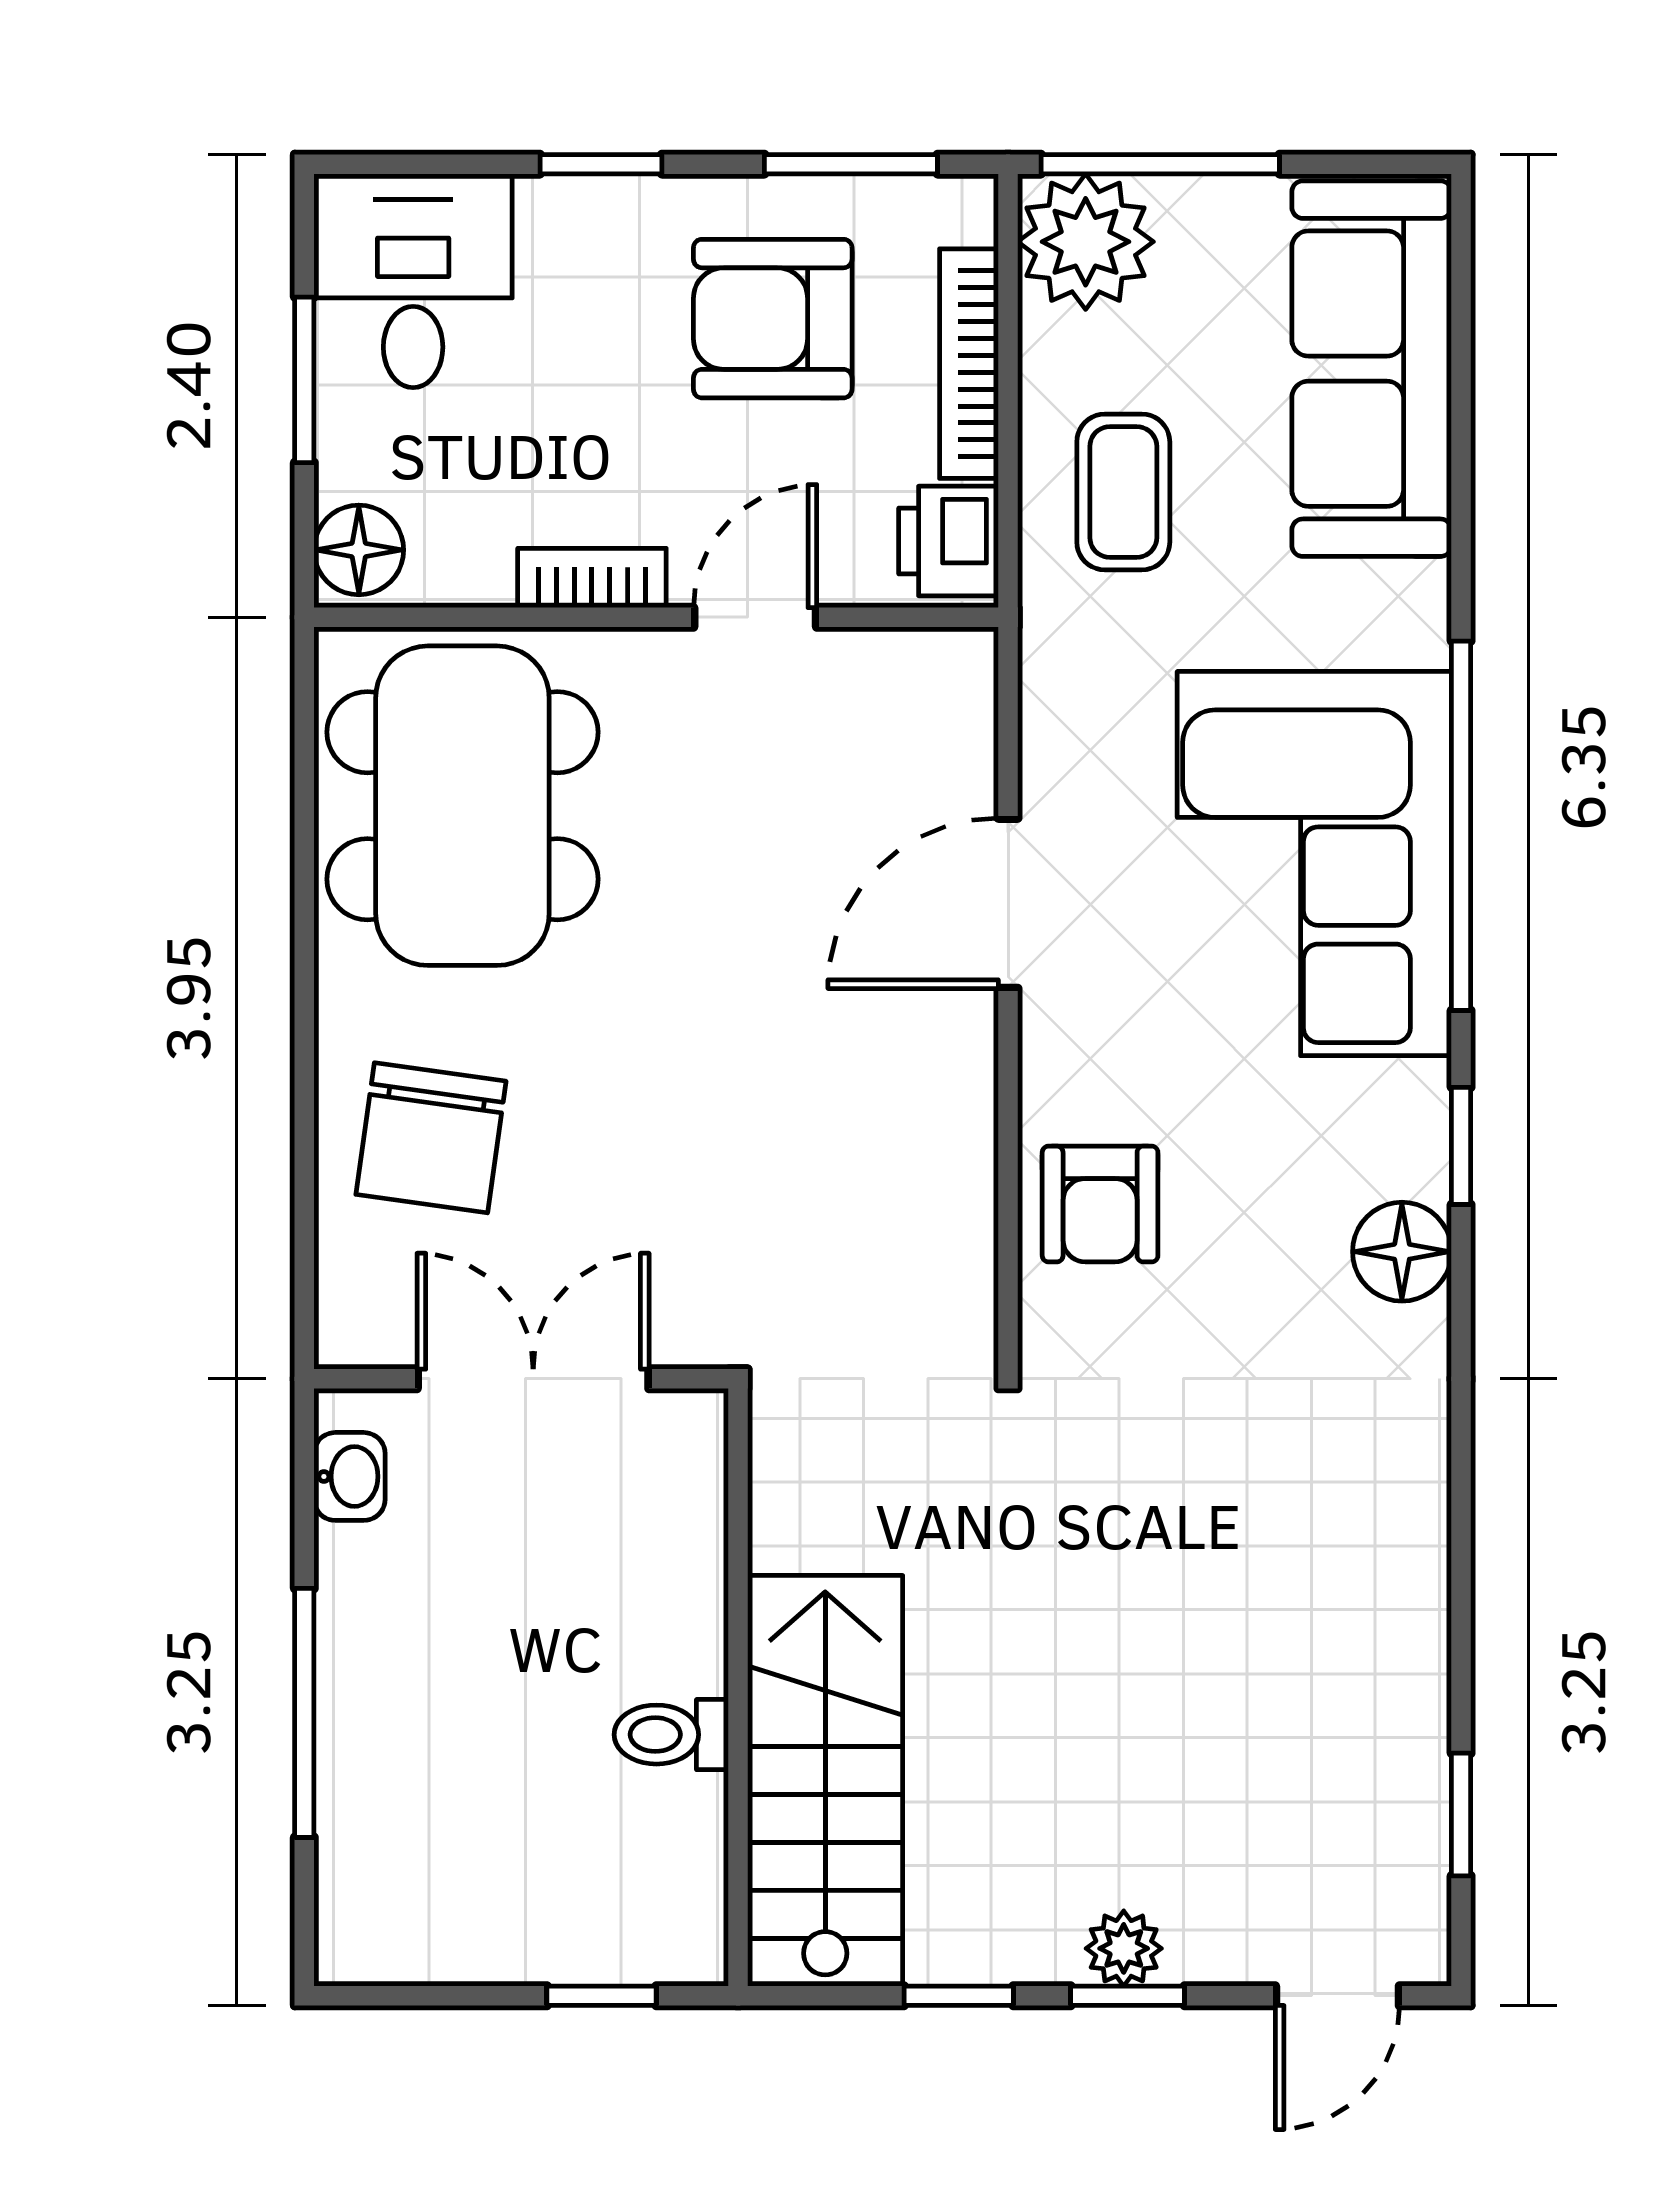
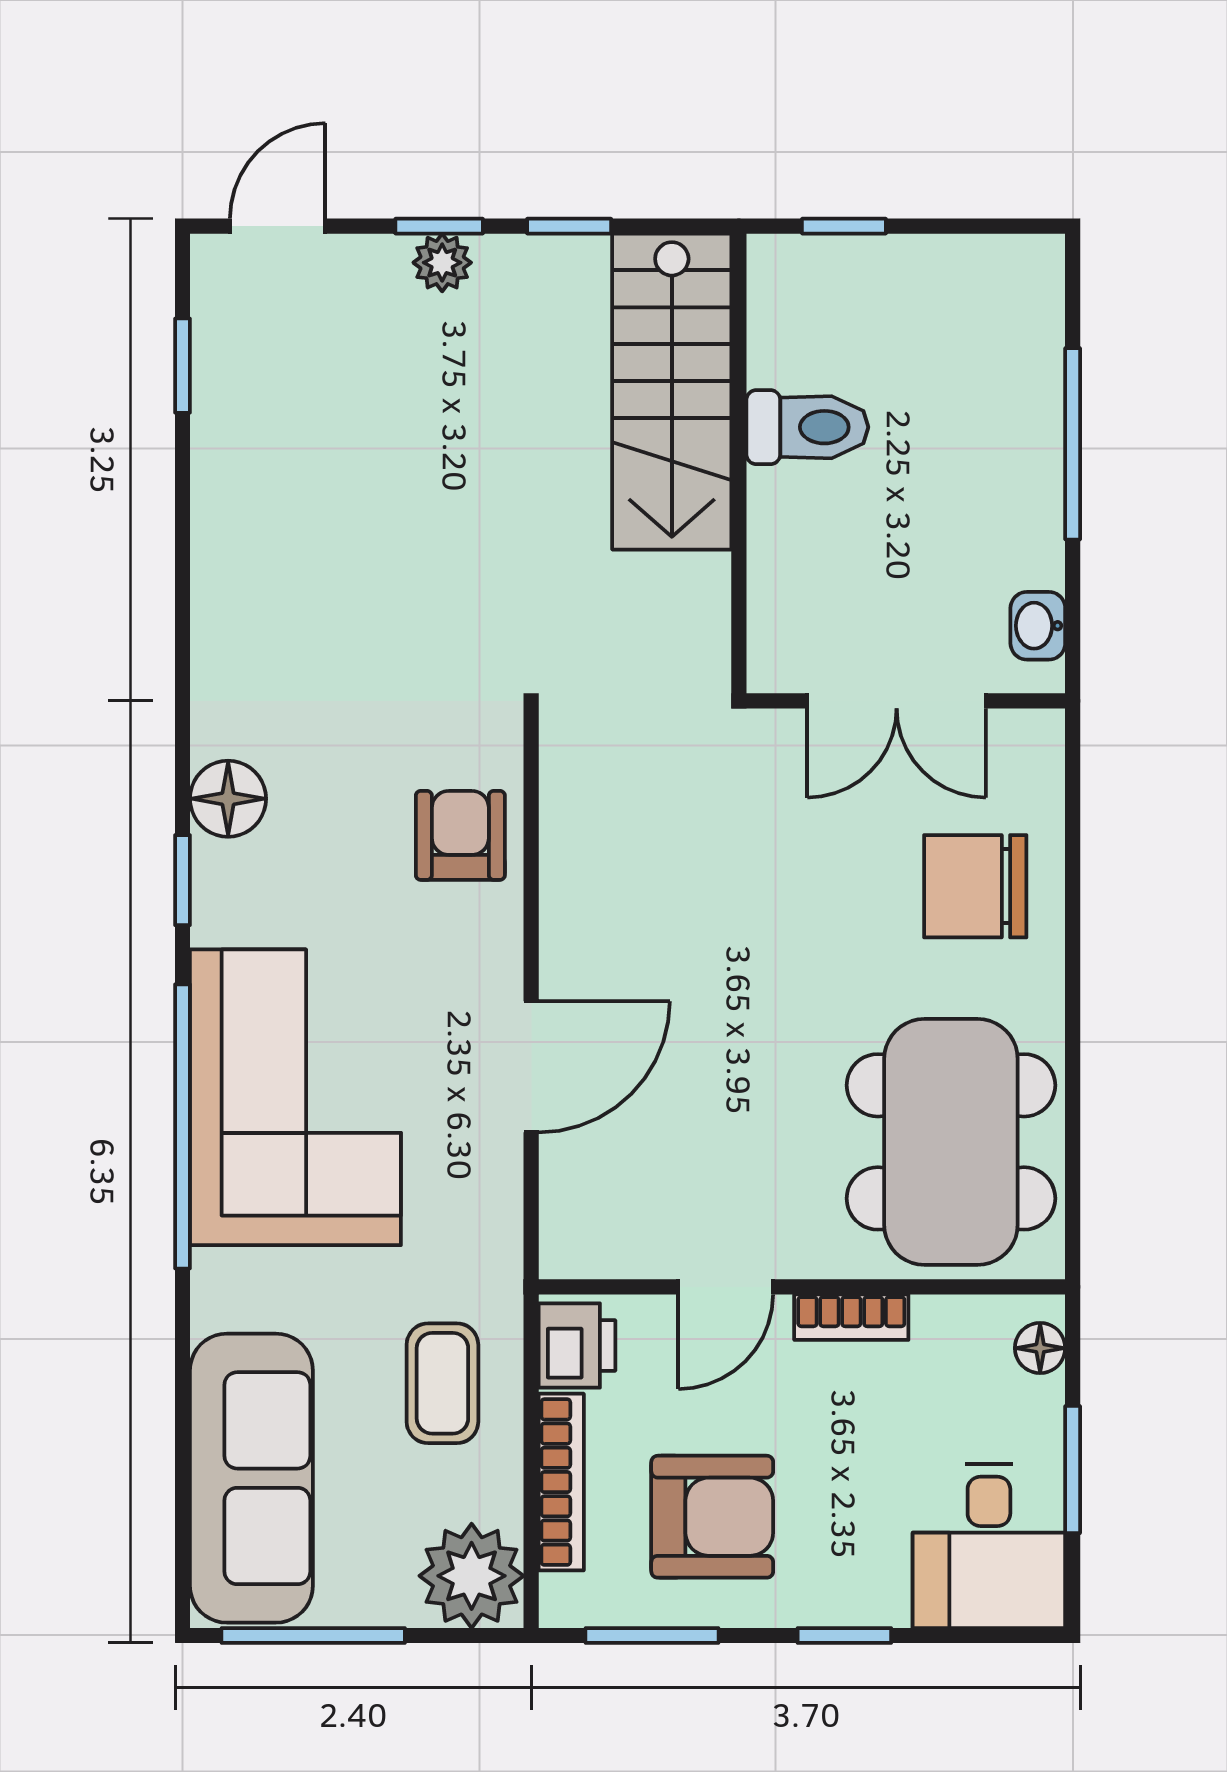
window: (1160, 164) -> (313, 1635), moved
floor lamp: (359, 550) -> (1040, 1348), width x0.73, depth x0.73
chair: (431, 1138) -> (975, 886), turned -98
toilet: (671, 1735) -> (807, 427), width x1.37, depth x1.39

